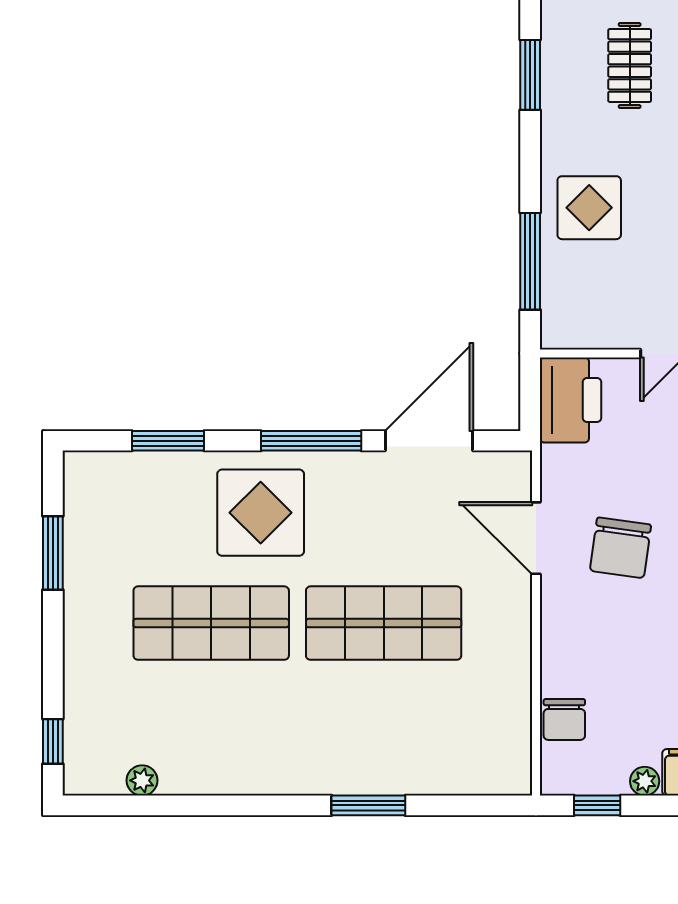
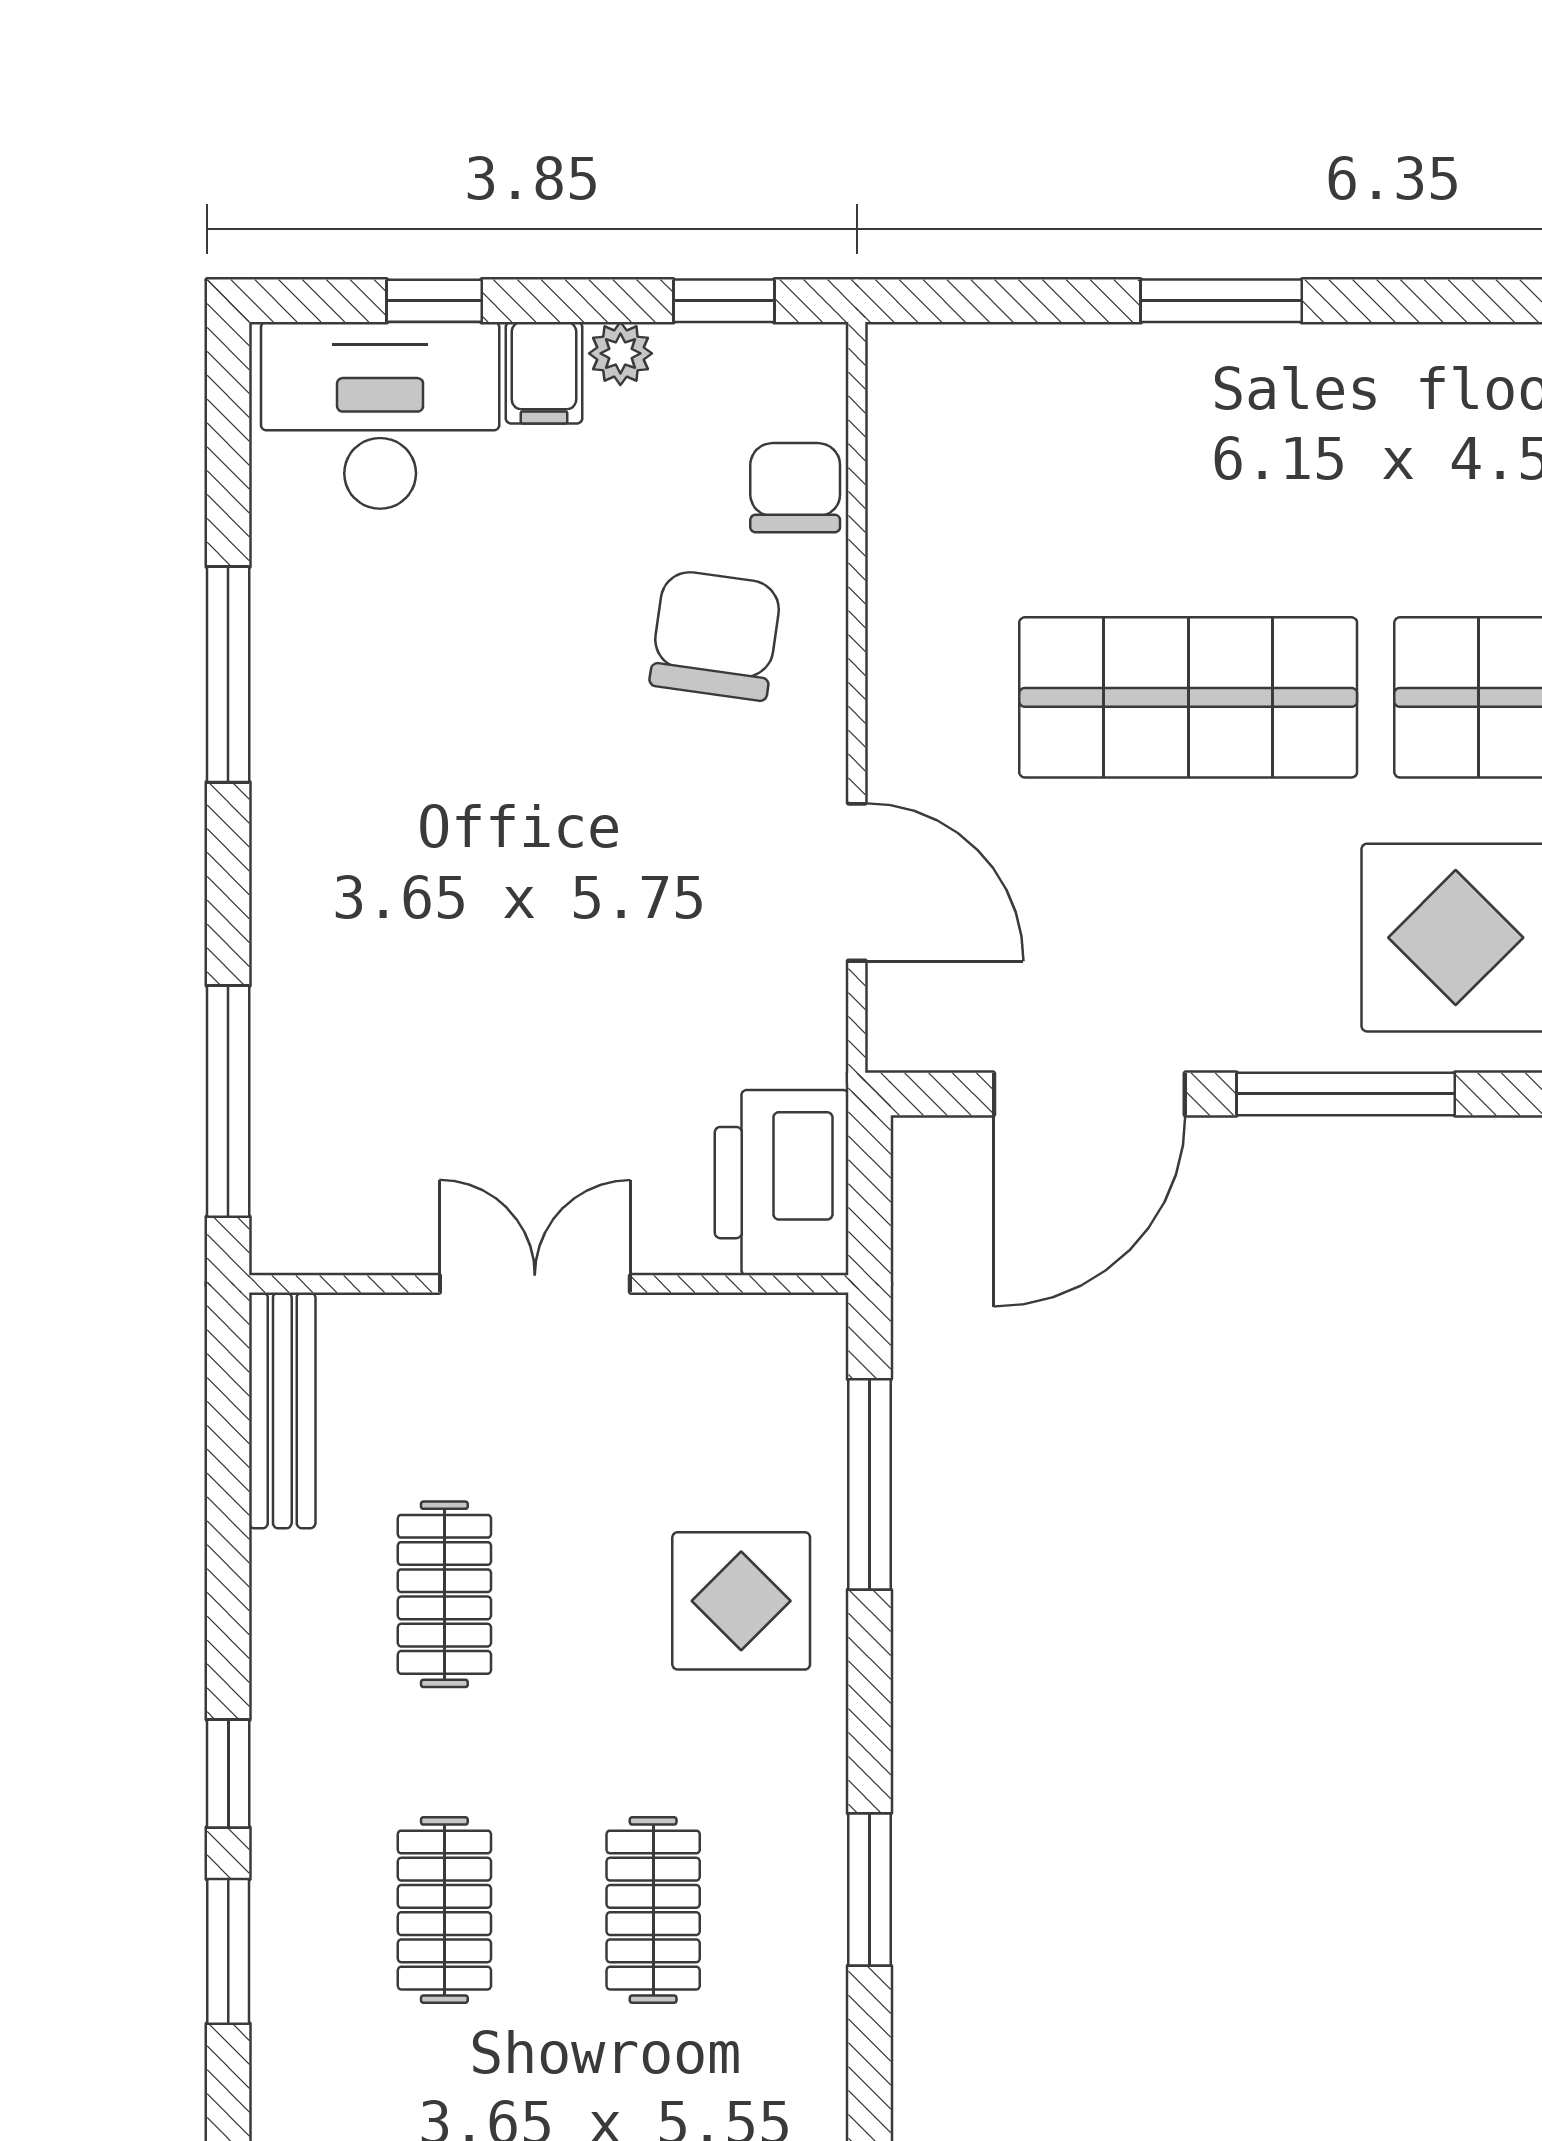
chair: (620, 548) -> (716, 635), moved

